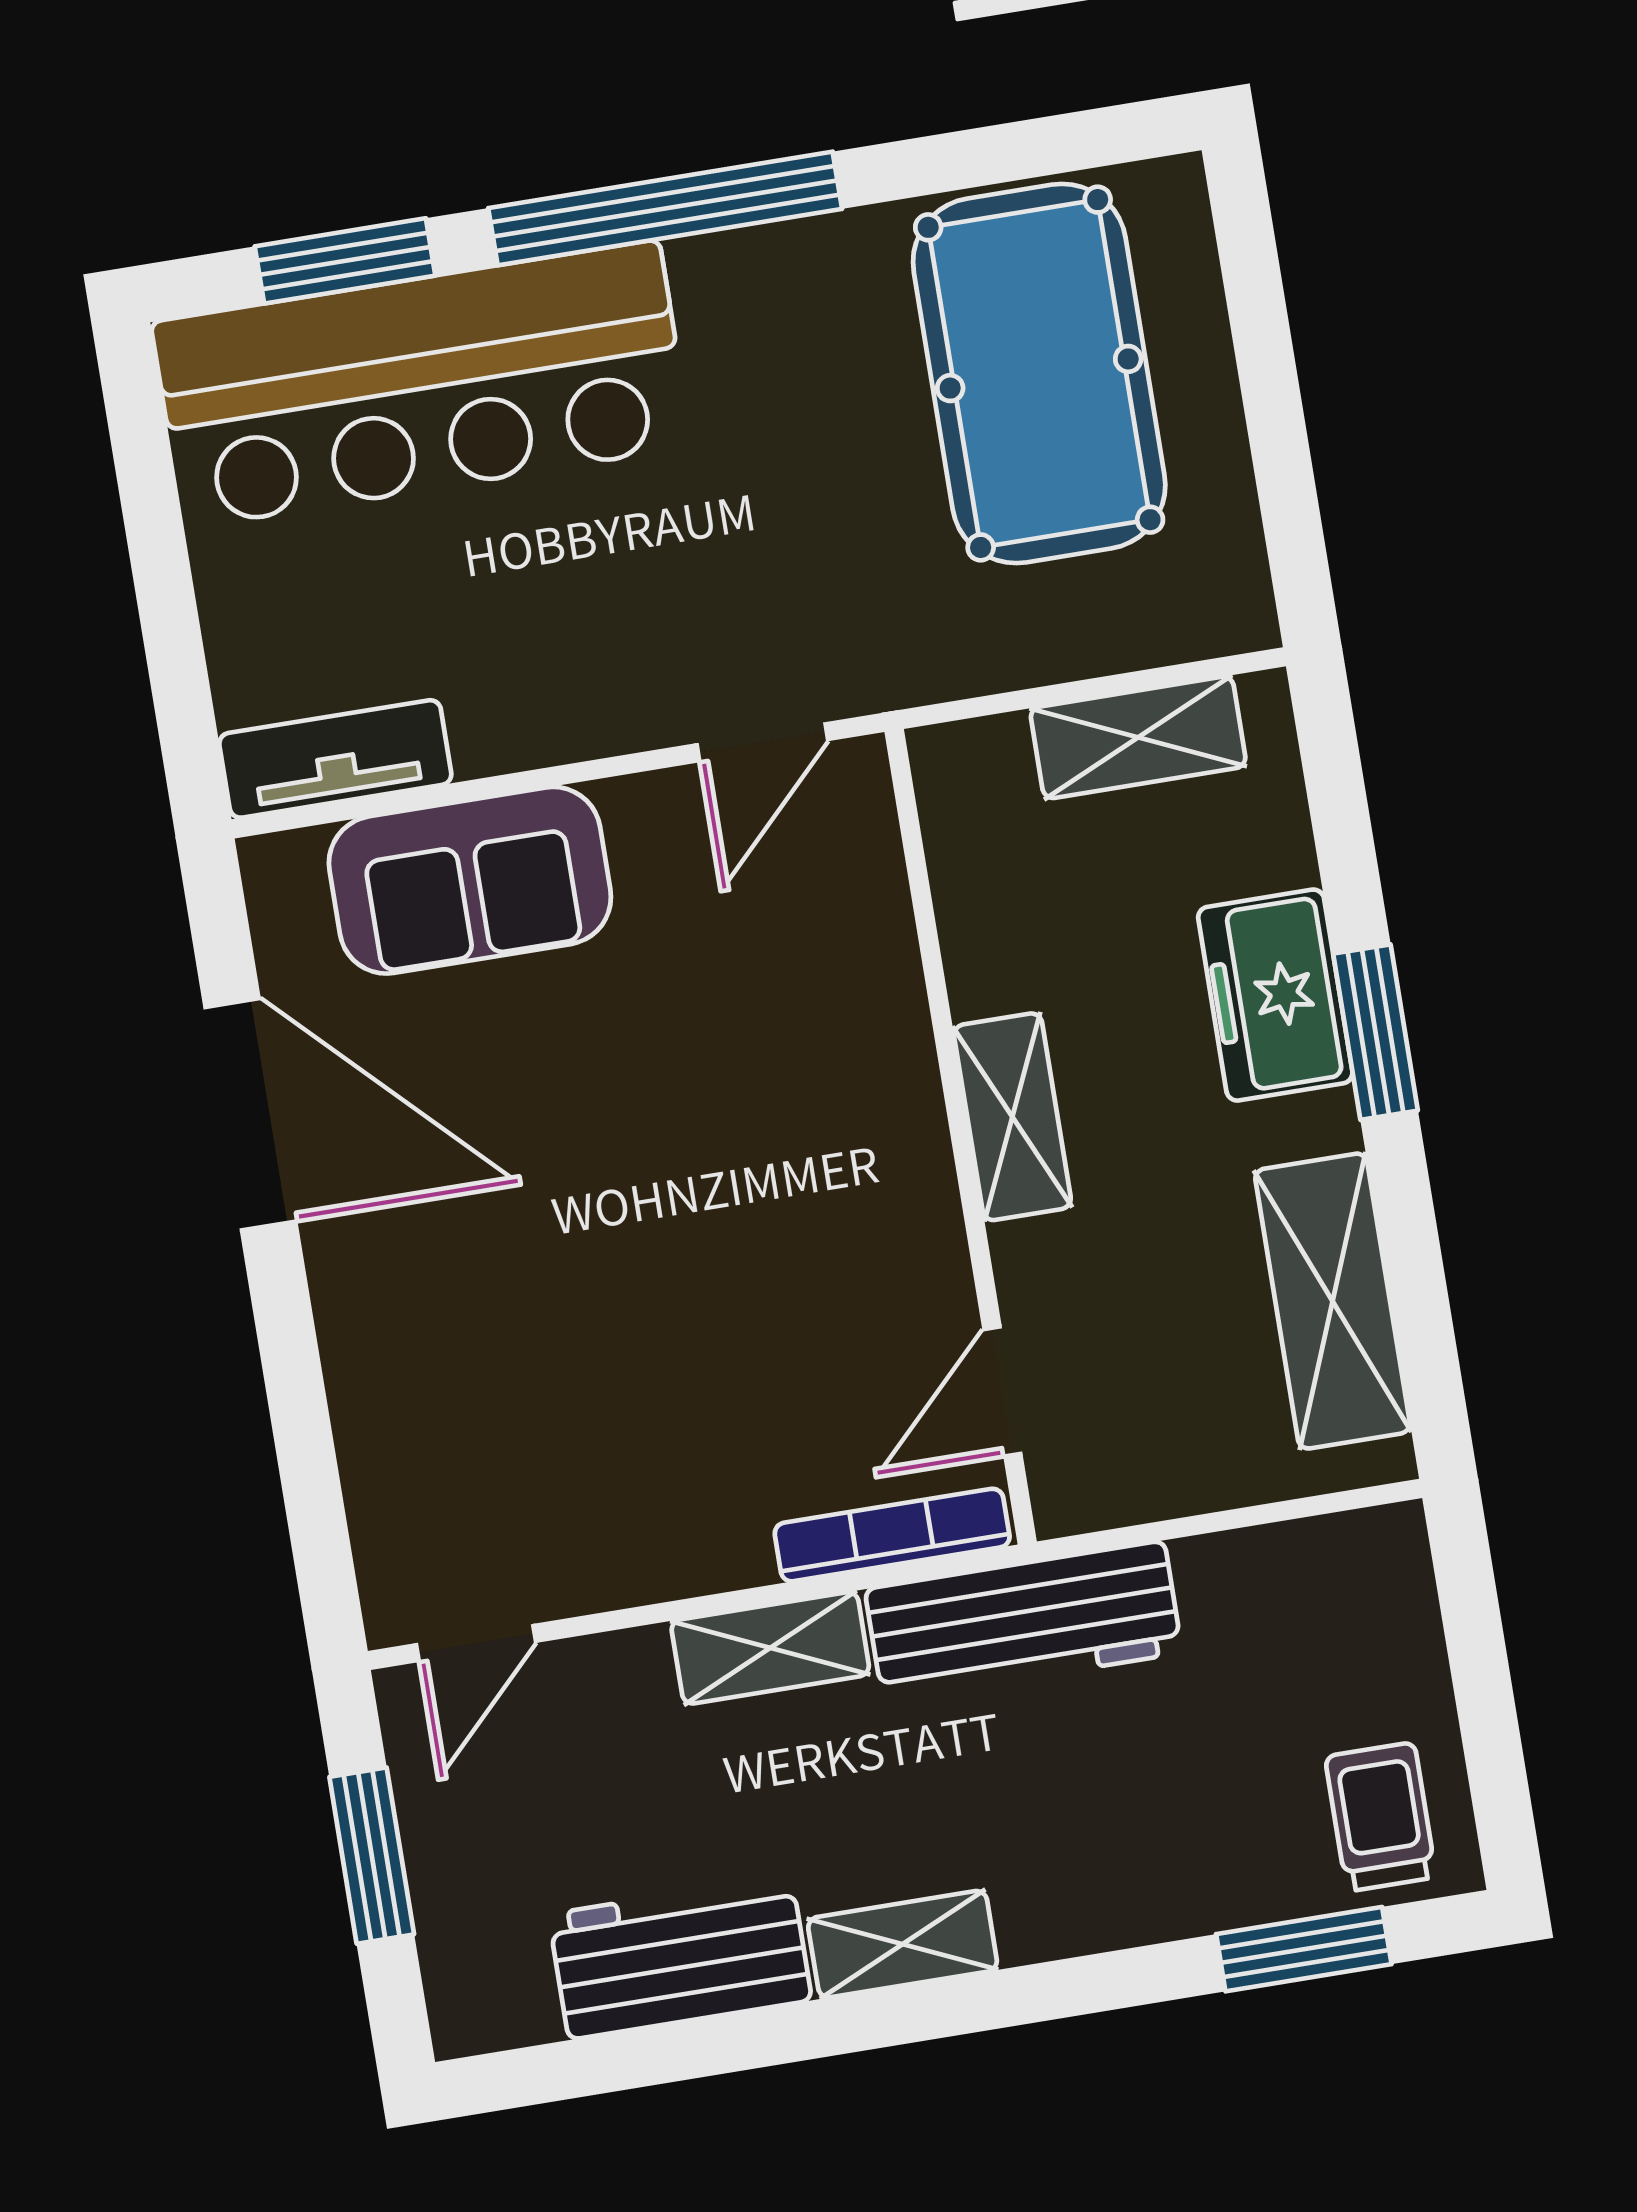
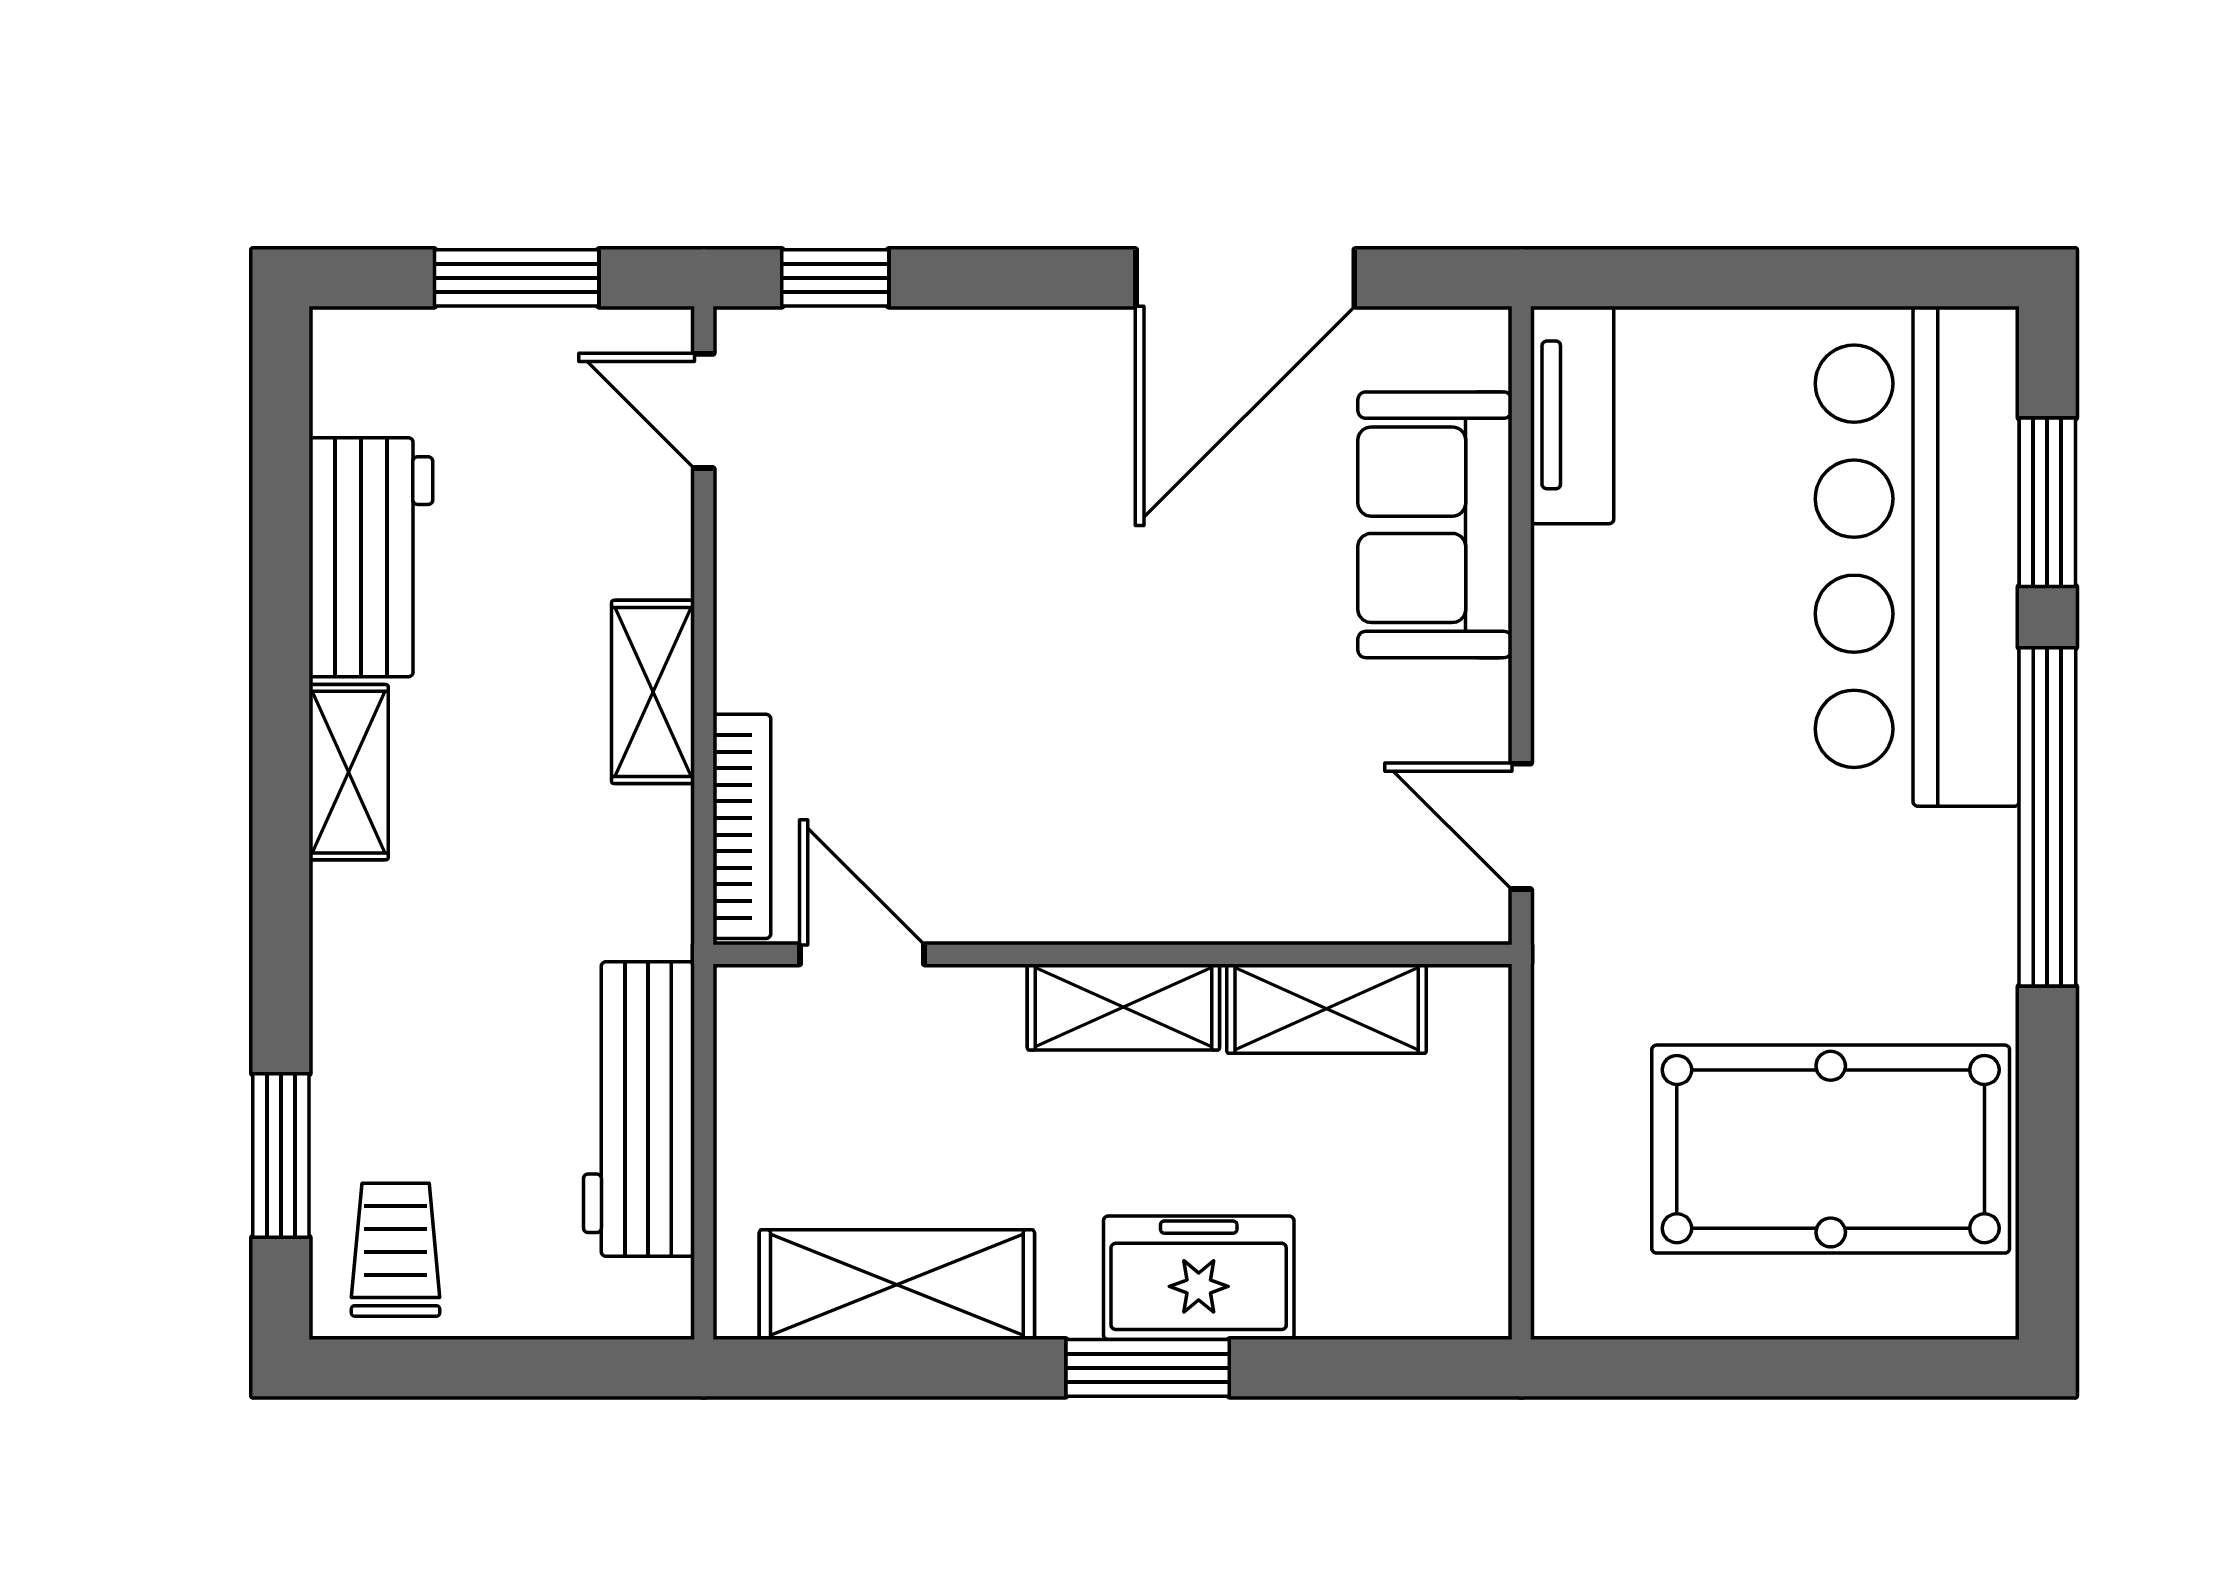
shelving: (1138, 737) -> (1327, 1009), moved, turned 90
window: (319, 1531) -> (835, 278), added
workbench: (1024, 1621) -> (639, 1109), moved
trolley: (1381, 1817) -> (396, 1250), turned -90

